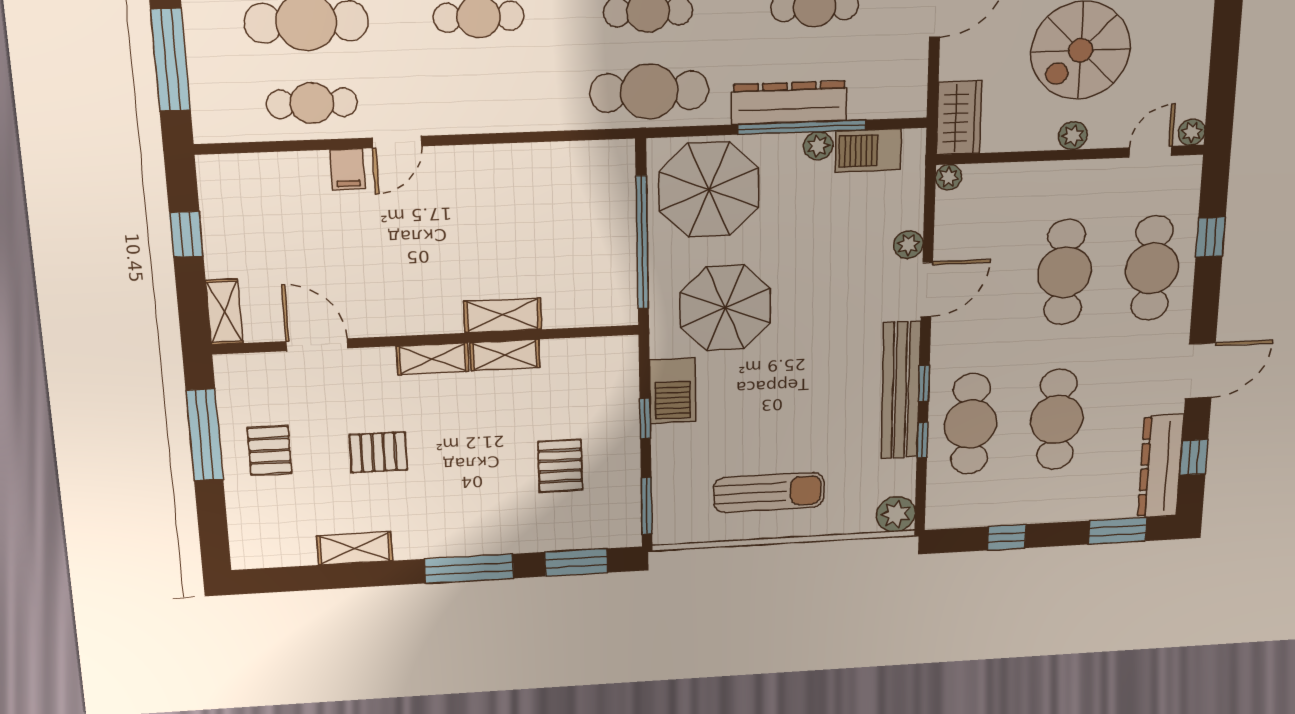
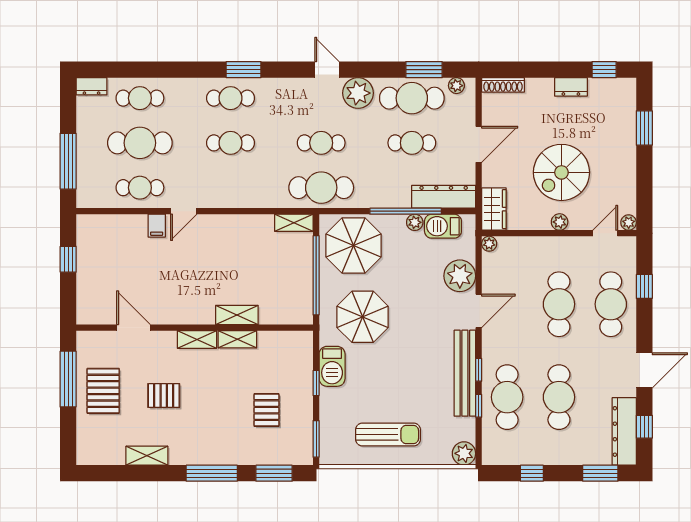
dresser: (789, 103) -> (444, 197), moved
plant: (908, 245) -> (460, 276), width x1.87, depth x1.87
shelving: (224, 312) -> (294, 223), moved, turned 90
pallet: (270, 451) -> (103, 391), width x1.50, depth x1.42

